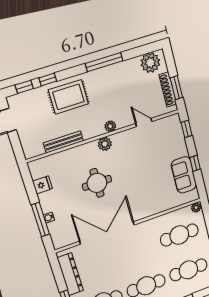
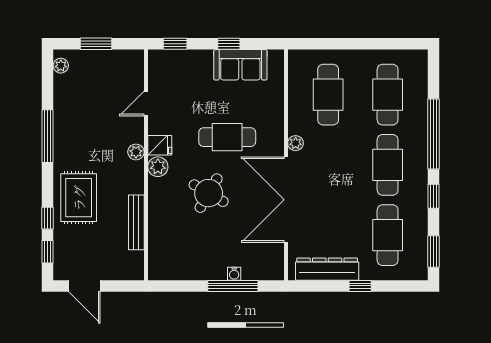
plant: (150, 63) -> (61, 66), width x0.53, depth x0.53
window: (176, 88) -> (96, 44), moved
shoe rack: (168, 89) -> (111, 57), removed
cafe table: (136, 182) -> (227, 137), added
round table: (97, 183) -> (209, 193), turned 30
fridge: (42, 185) -> (160, 145), moved, turned 90
plant: (196, 208) -> (296, 143), moved

